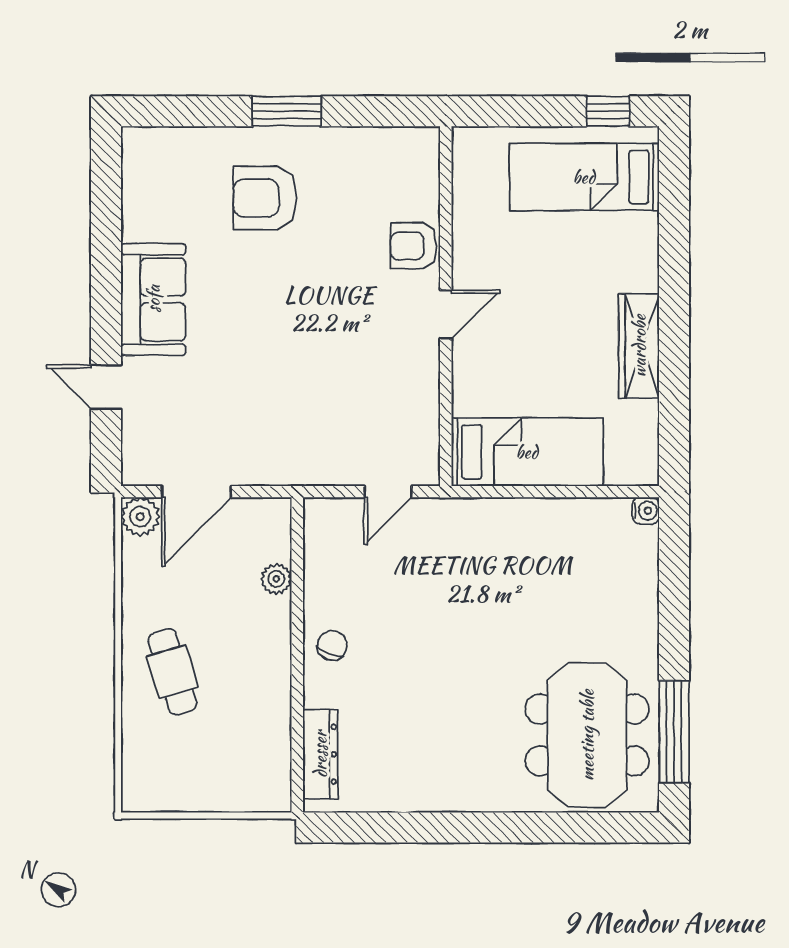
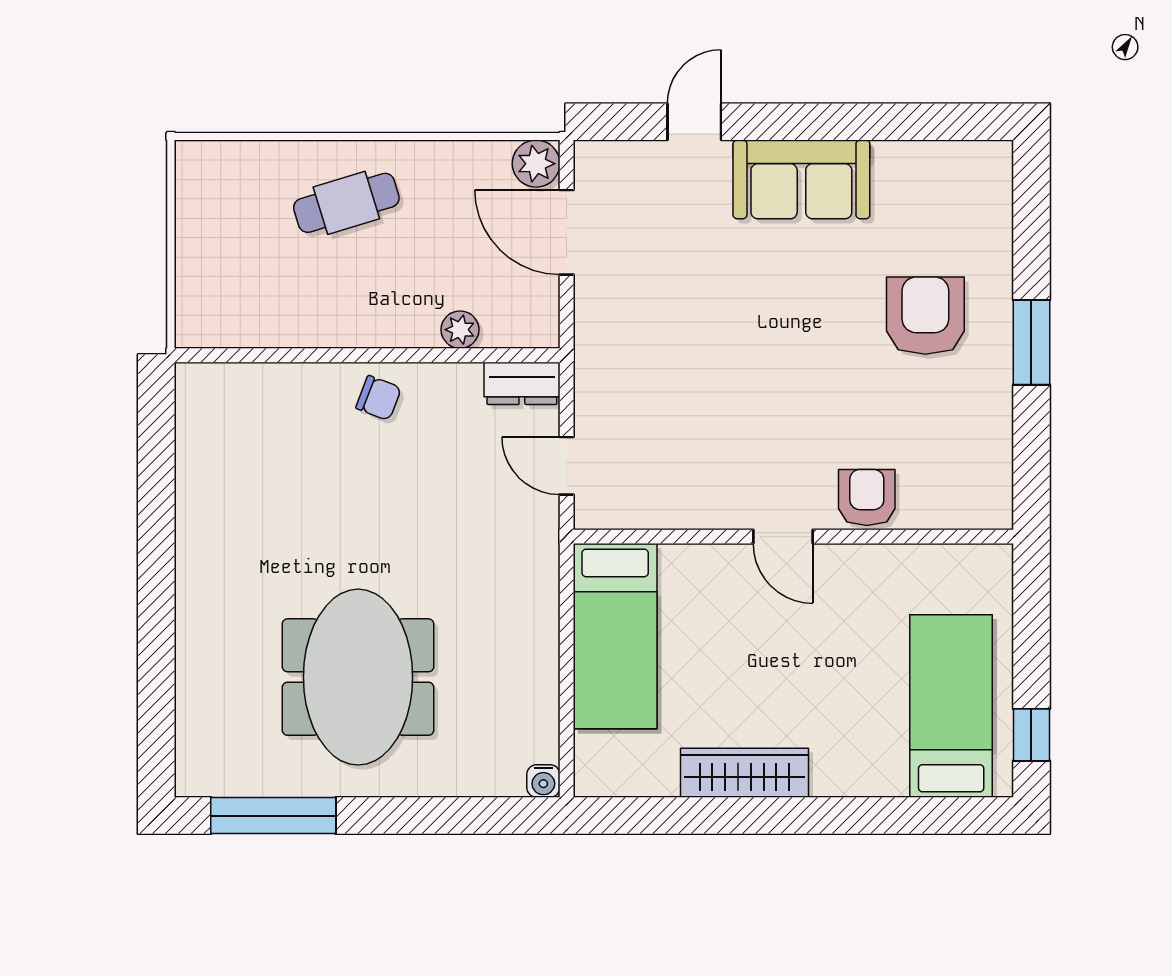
meeting table: (587, 735) -> (358, 677), moved, turned 90
dresser: (320, 754) -> (522, 383), moved, width x0.70

